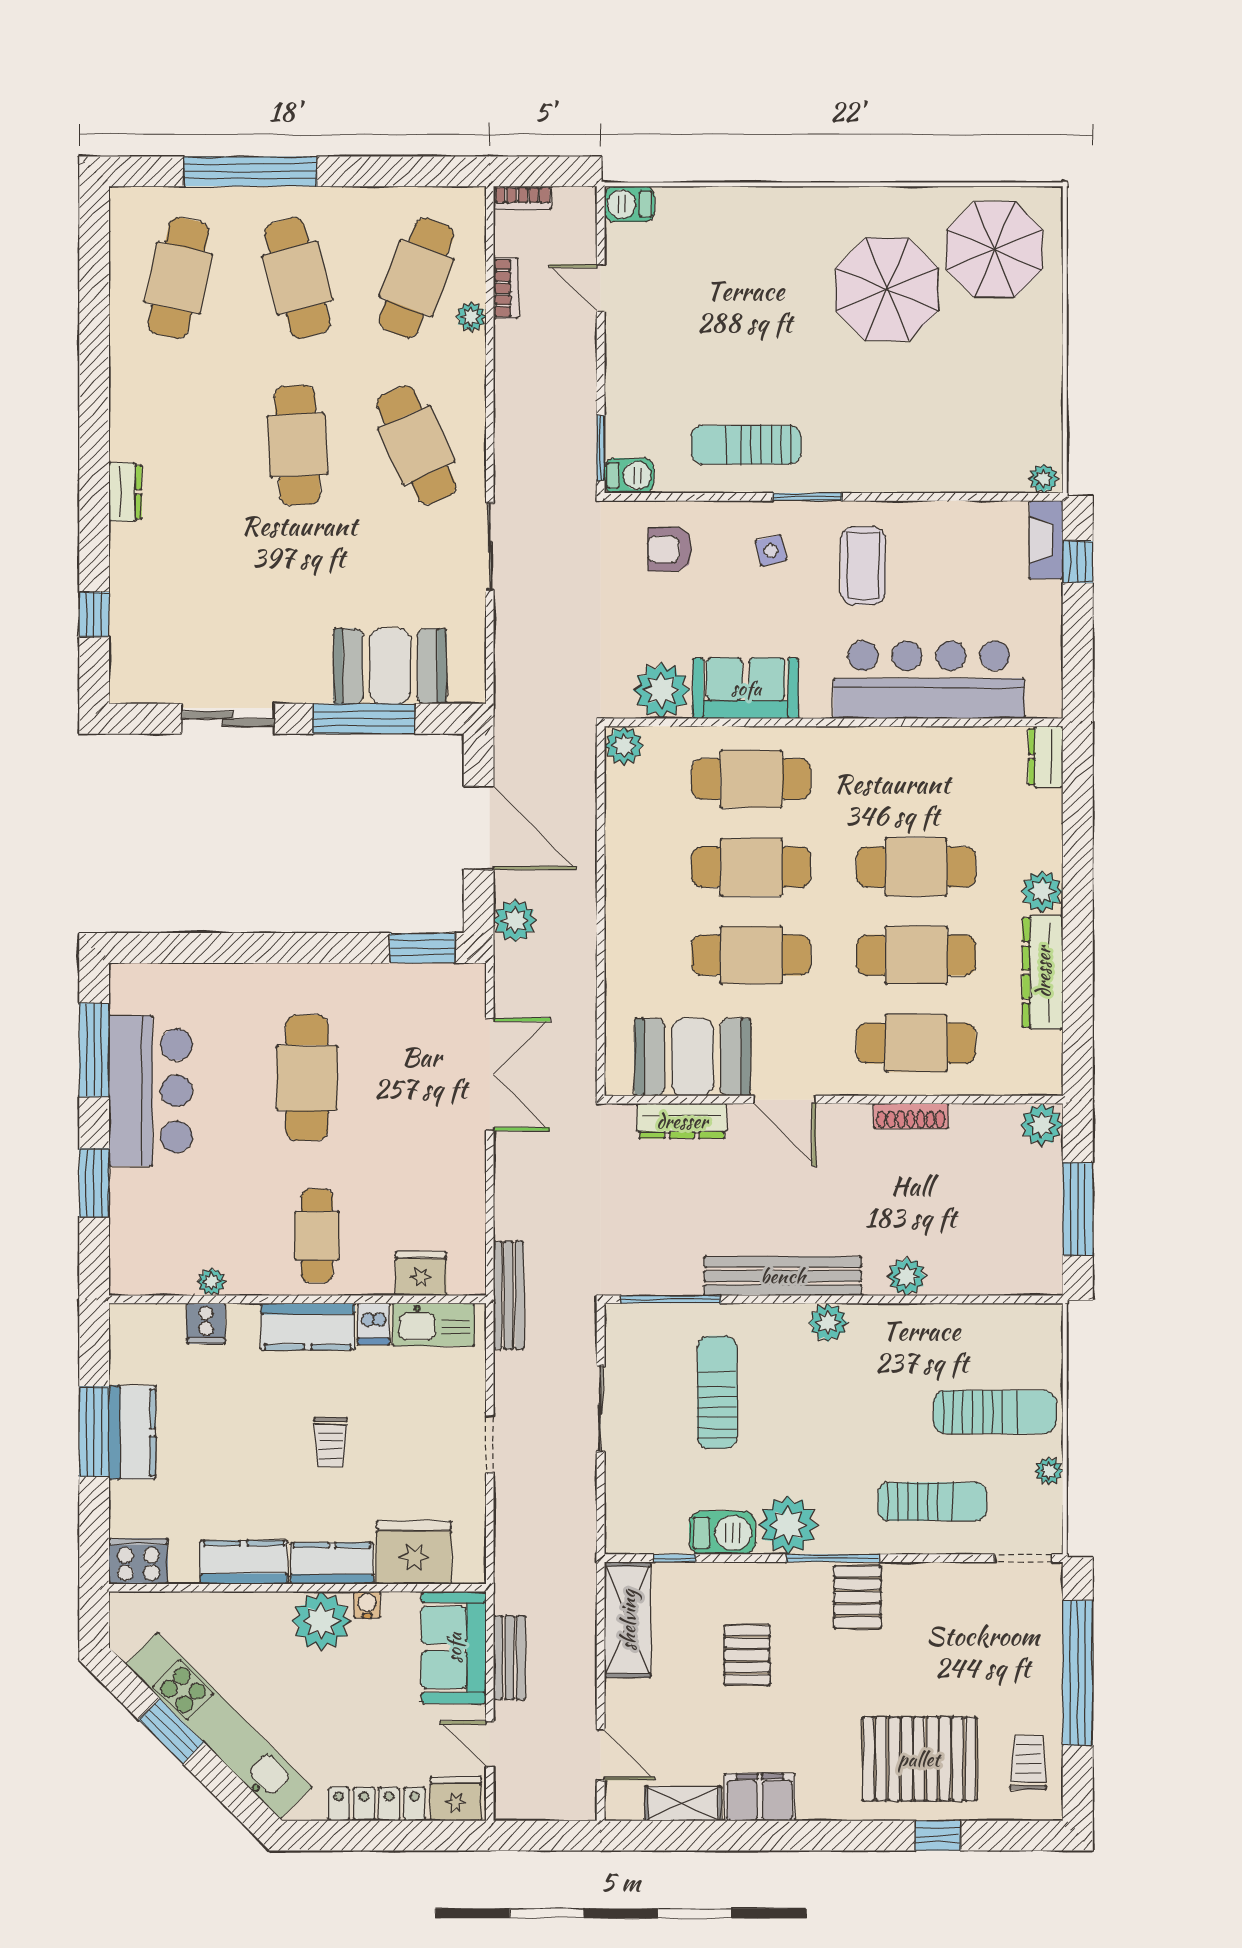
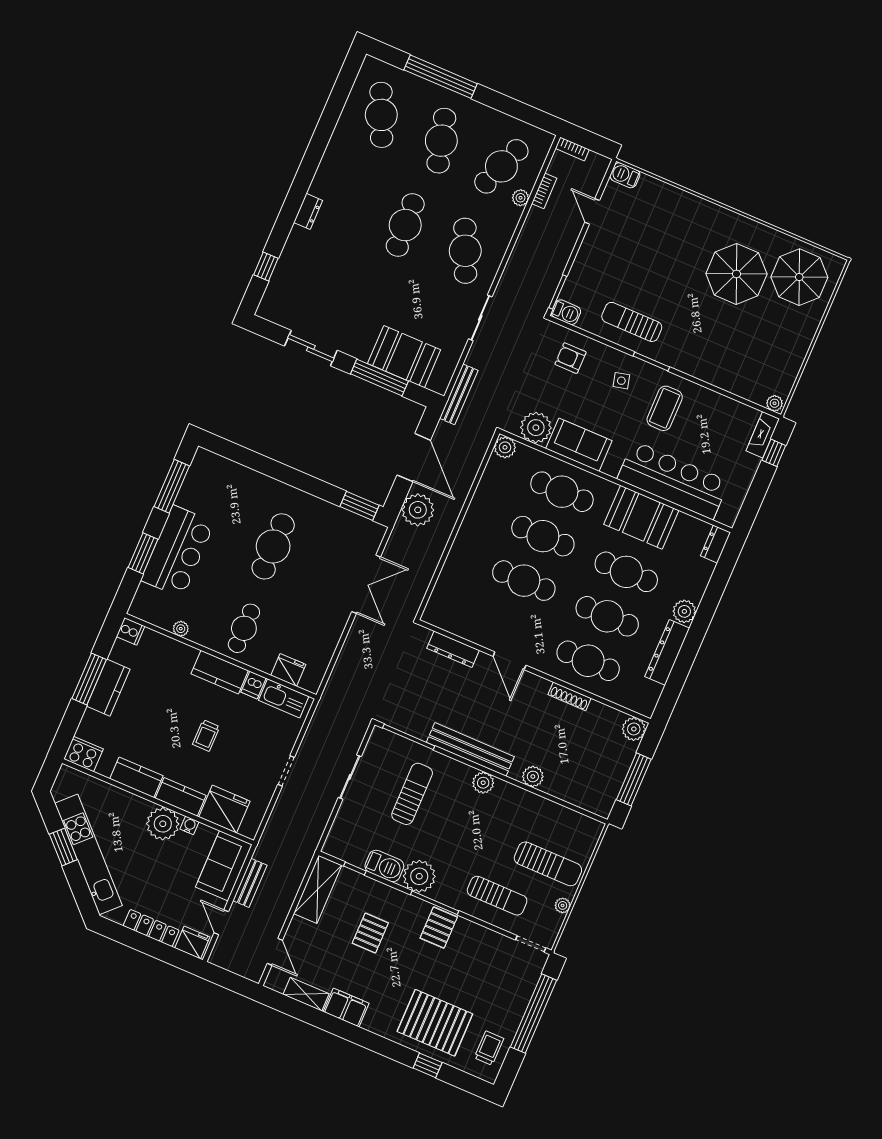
cafe table: (178, 278) -> (381, 115), turned -36
plant: (515, 921) -> (418, 510), width x1.36, depth x1.36
booth: (693, 1057) -> (641, 517), moved
bar counter: (151, 1091) -> (178, 551), moved
bench: (509, 1295) -> (459, 394), moved
cooker: (206, 1323) -> (130, 631), moved, turned -90

